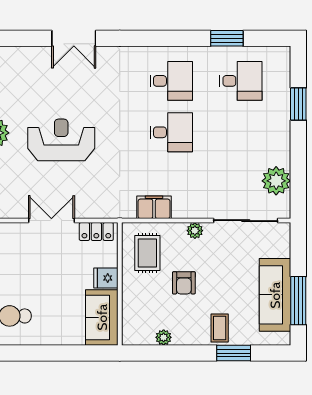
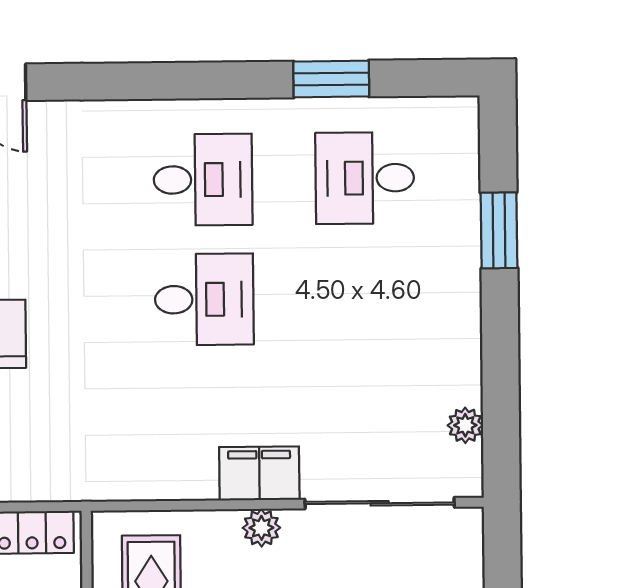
desk: (241, 81) -> (365, 178), turned 180
plant: (276, 181) -> (465, 425), width x0.53, depth x0.53
filing cabinet: (154, 207) -> (259, 473), moved

